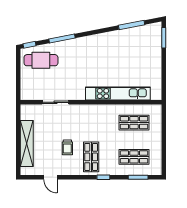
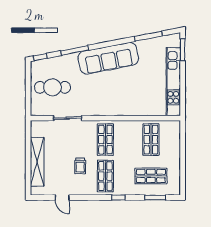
sofa: (94, 46) -> (108, 58), added
cafe table: (41, 60) -> (52, 87), moved
kitchen unit: (118, 94) -> (173, 82), moved, turned -90
shop shelf: (91, 123) -> (105, 140), added
shop shelf: (134, 123) -> (151, 140), turned 90

